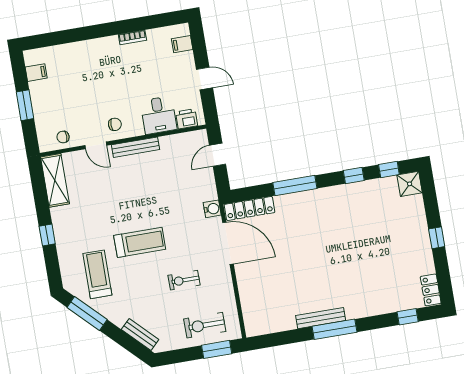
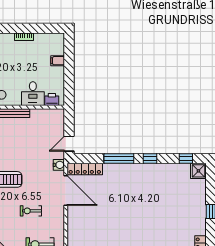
filing cabinet: (182, 44) -> (58, 61), moved
door: (205, 79) -> (69, 74), removed
door: (218, 155) -> (69, 144), moved
window: (354, 175) -> (150, 159), moved

